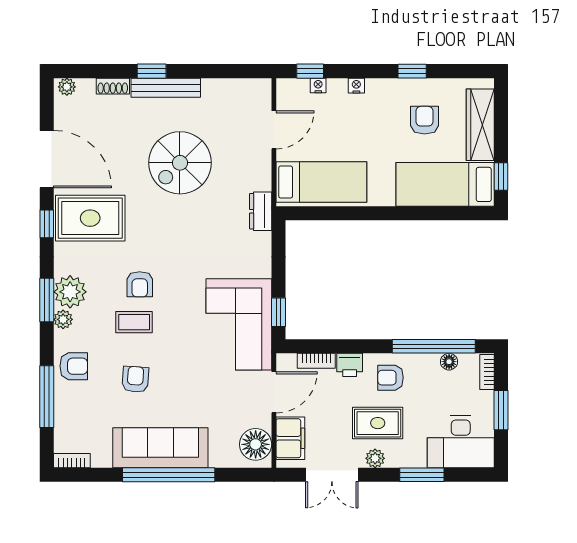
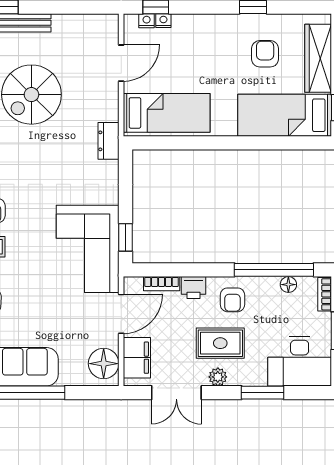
nightstand: (356, 86) -> (147, 21), moved
armchair: (390, 378) -> (232, 300), turned -90

